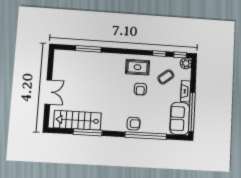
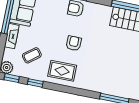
armchair: (140, 89) -> (74, 43), moved

